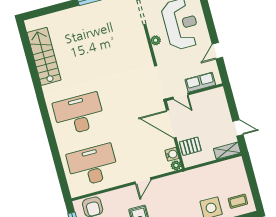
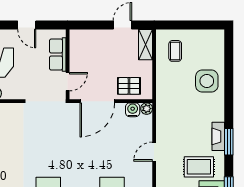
pallet: (190, 146) -> (129, 86), turned 90
door: (143, 181) -> (154, 152), swing flipped
coffee table: (238, 201) -> (175, 51), moved

